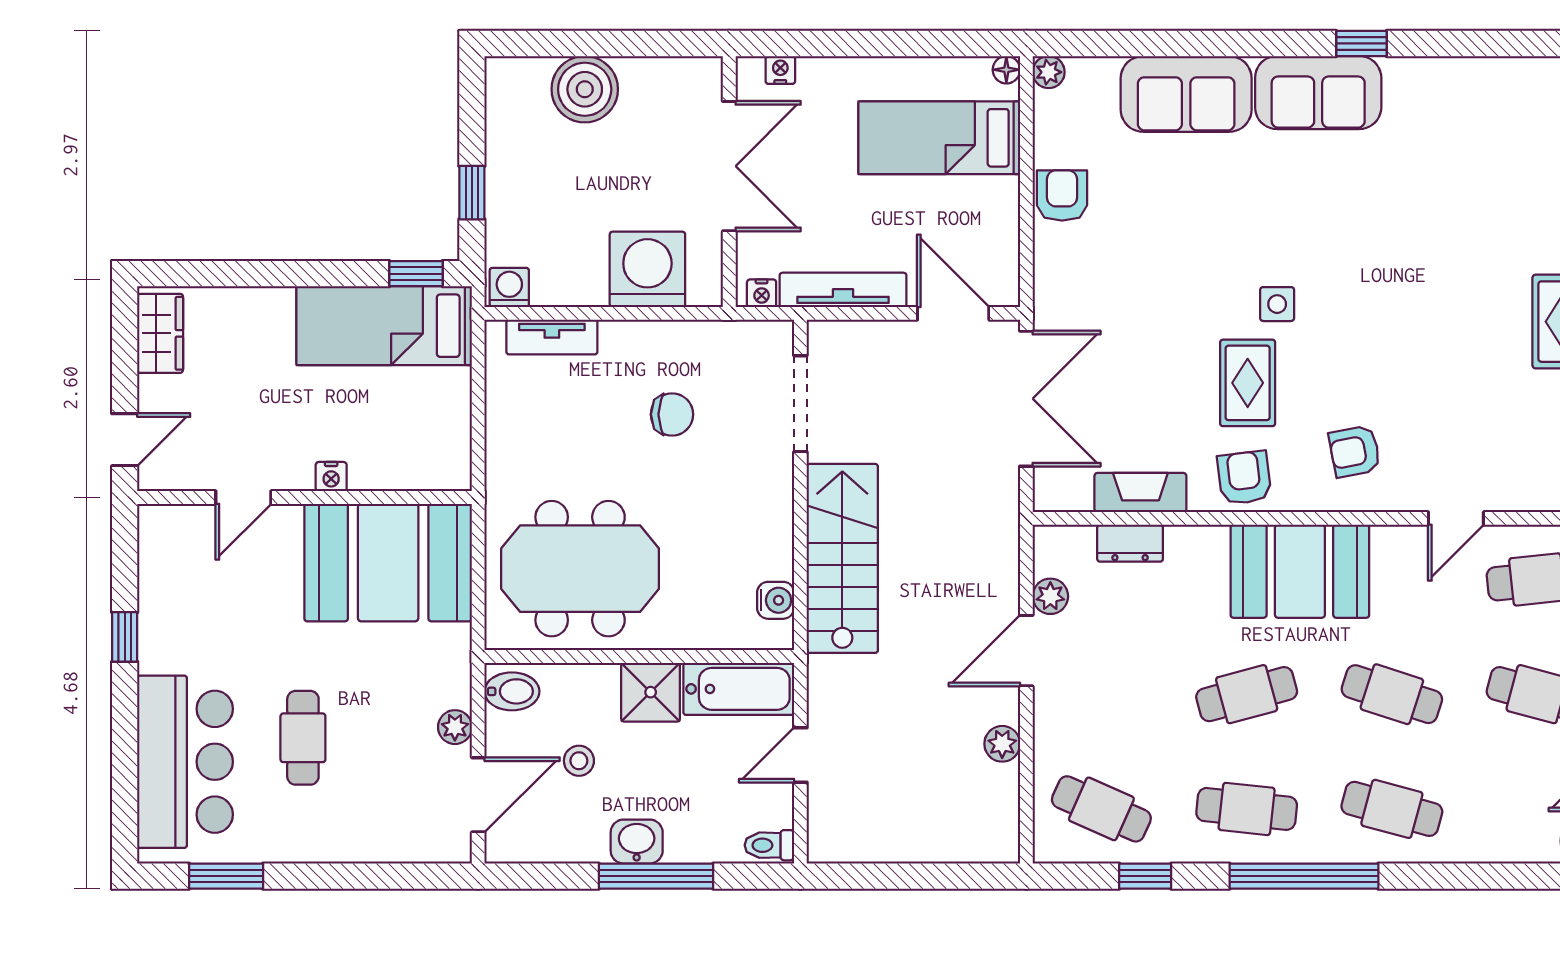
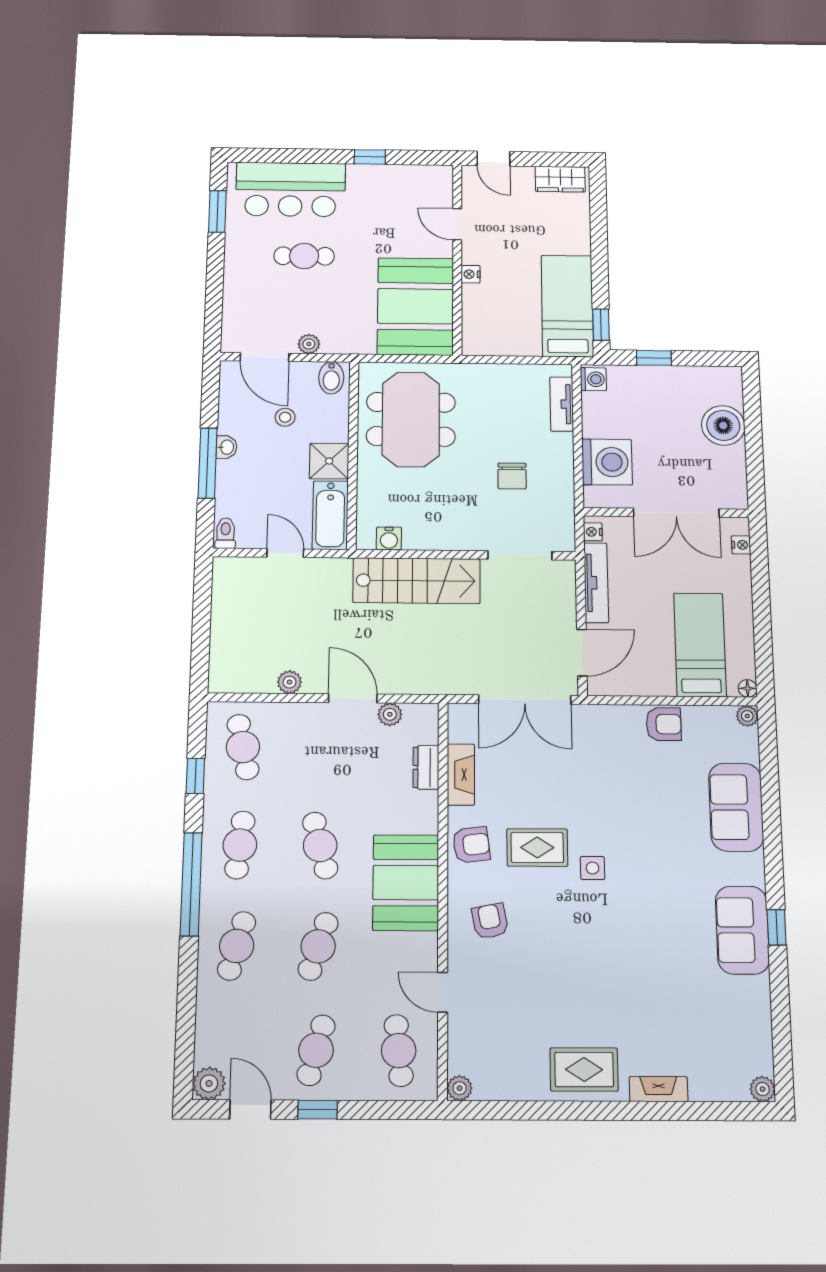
sofa: (1318, 93) -> (742, 930), moved
cafe table: (1101, 809) -> (243, 747), turned -36
washbasin: (637, 842) -> (226, 447), width x0.72, depth x0.69

